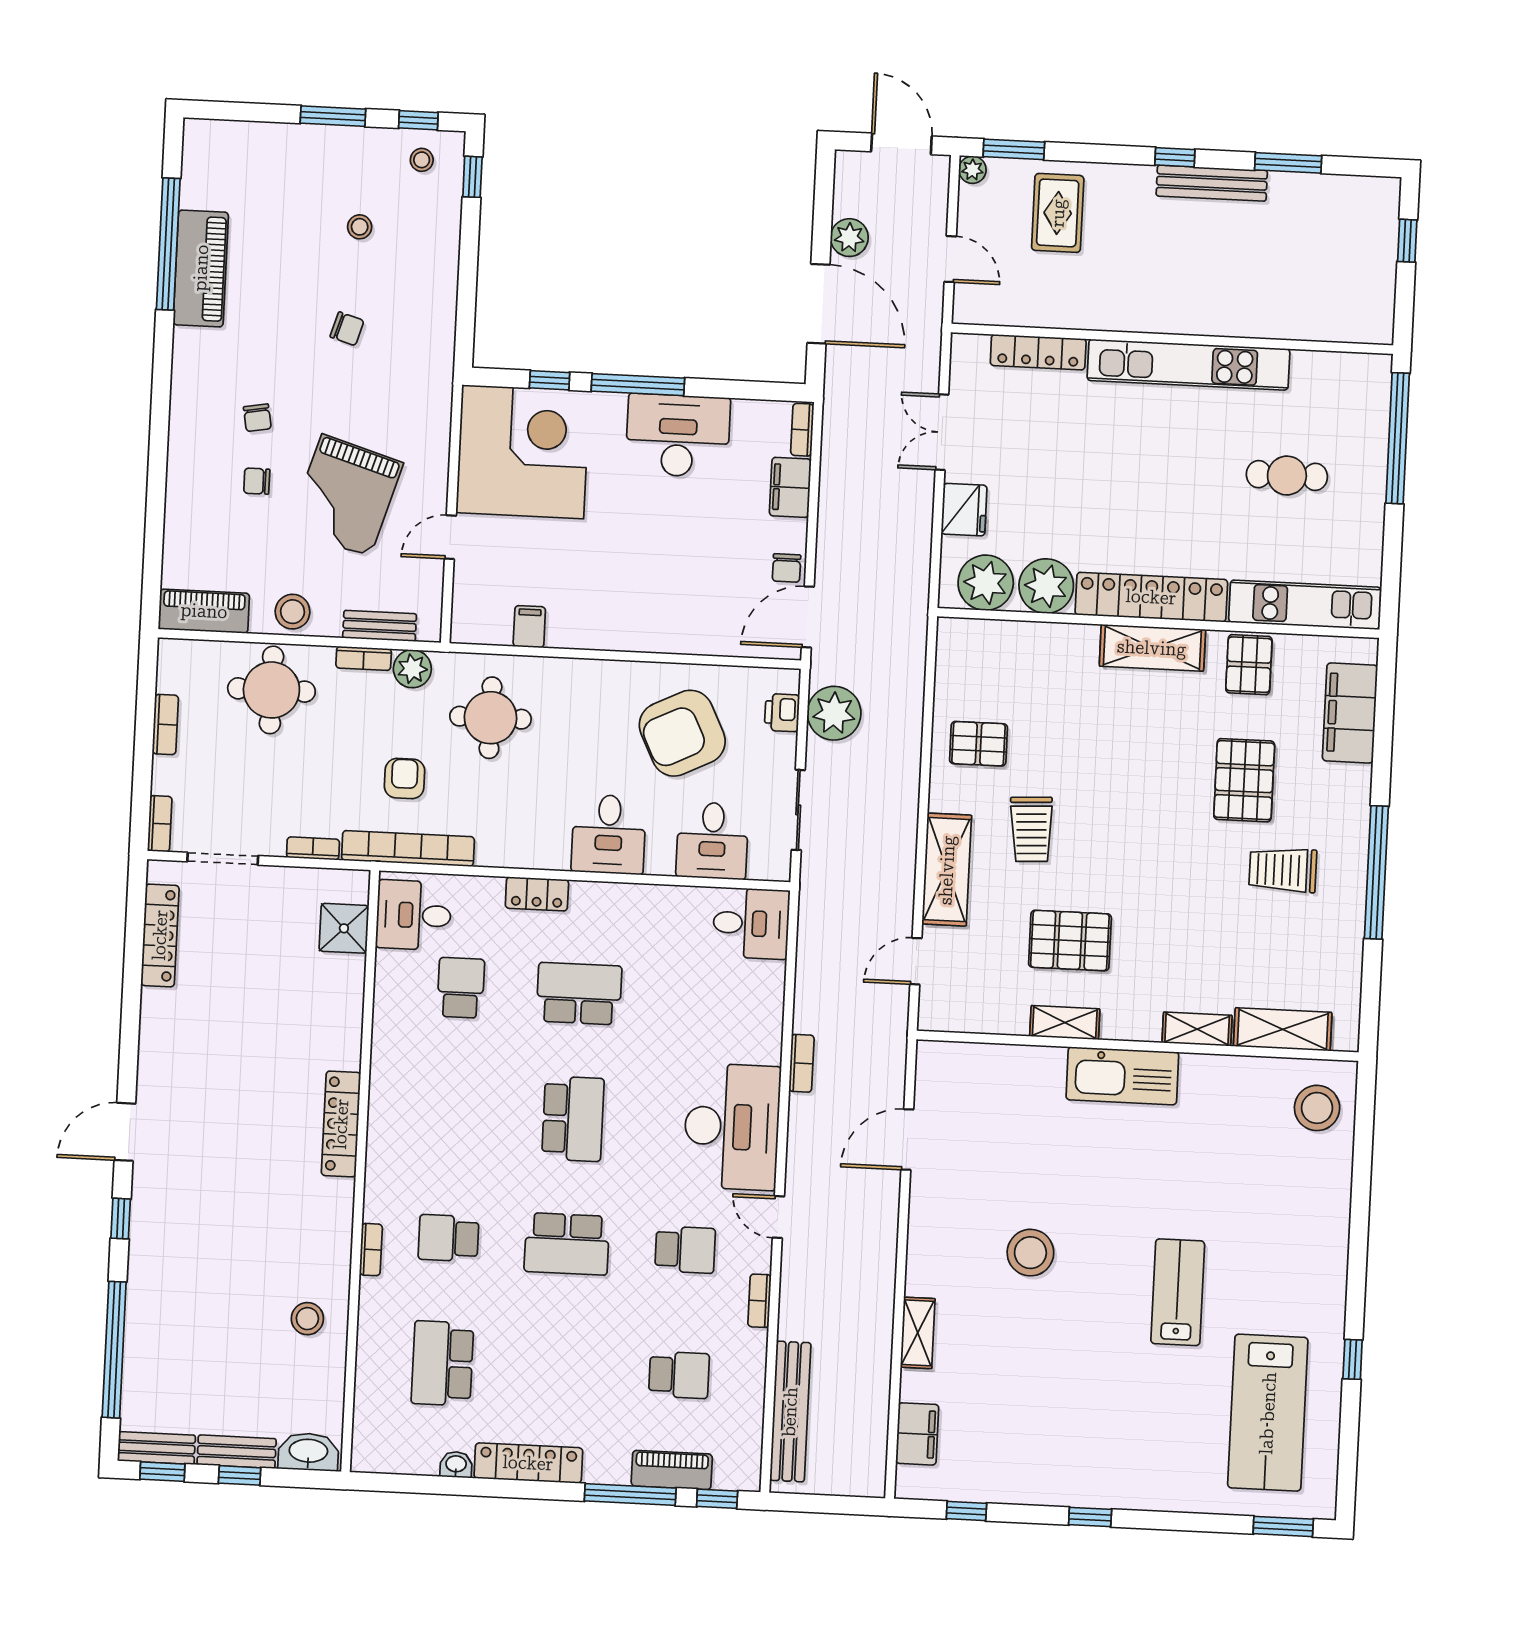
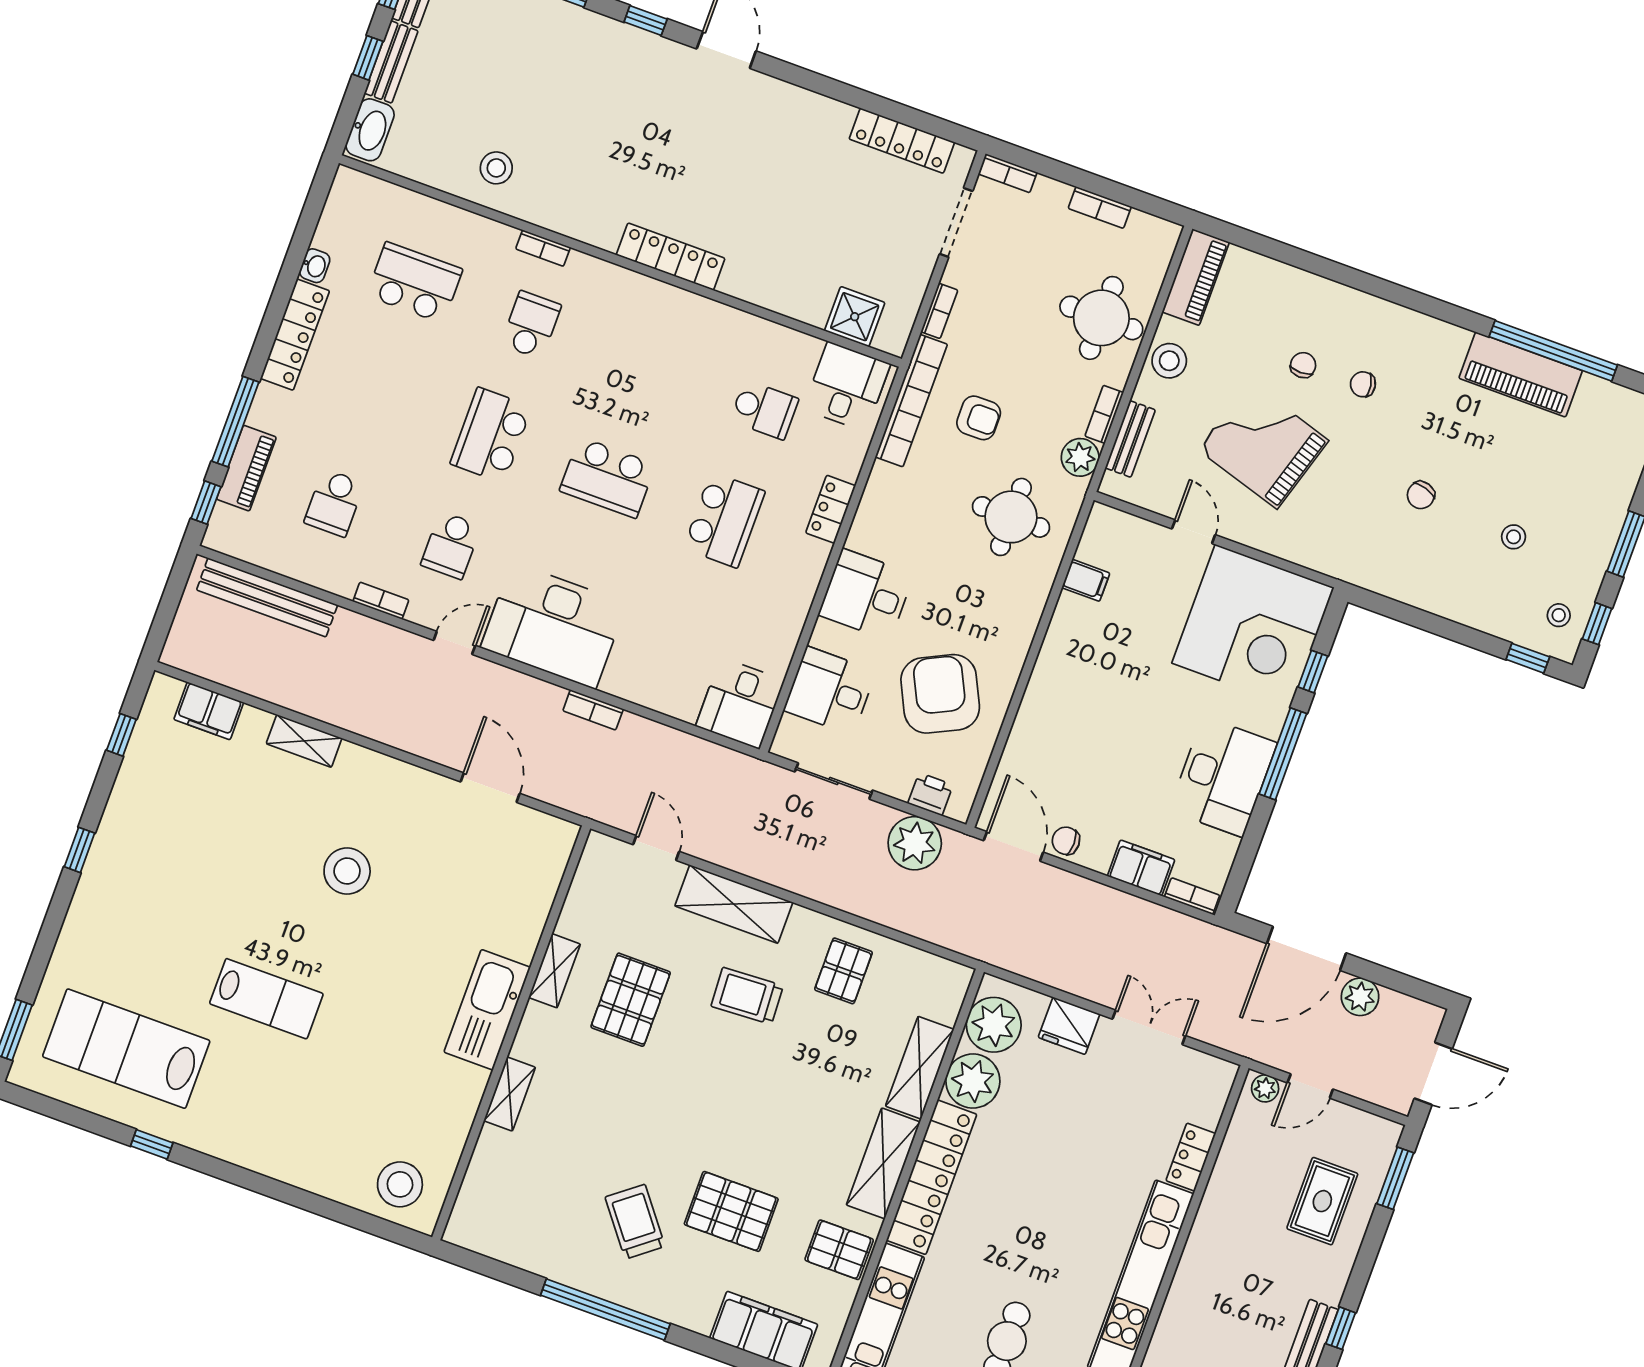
plant: (972, 170) -> (1265, 1088), moved
rug: (1058, 213) -> (1322, 1201), turned 90
locker: (1038, 352) -> (1191, 1157), width x0.66
trolley: (1283, 870) -> (635, 1222), turned -38
shelving: (1283, 1029) -> (920, 1068), moved

